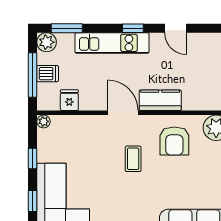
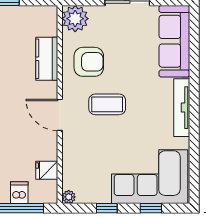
kitchen counter: (160, 100) -> (47, 59), moved
door: (123, 113) -> (60, 115), hinge flipped
coffee table: (133, 159) -> (107, 104), width x1.36, depth x1.30

